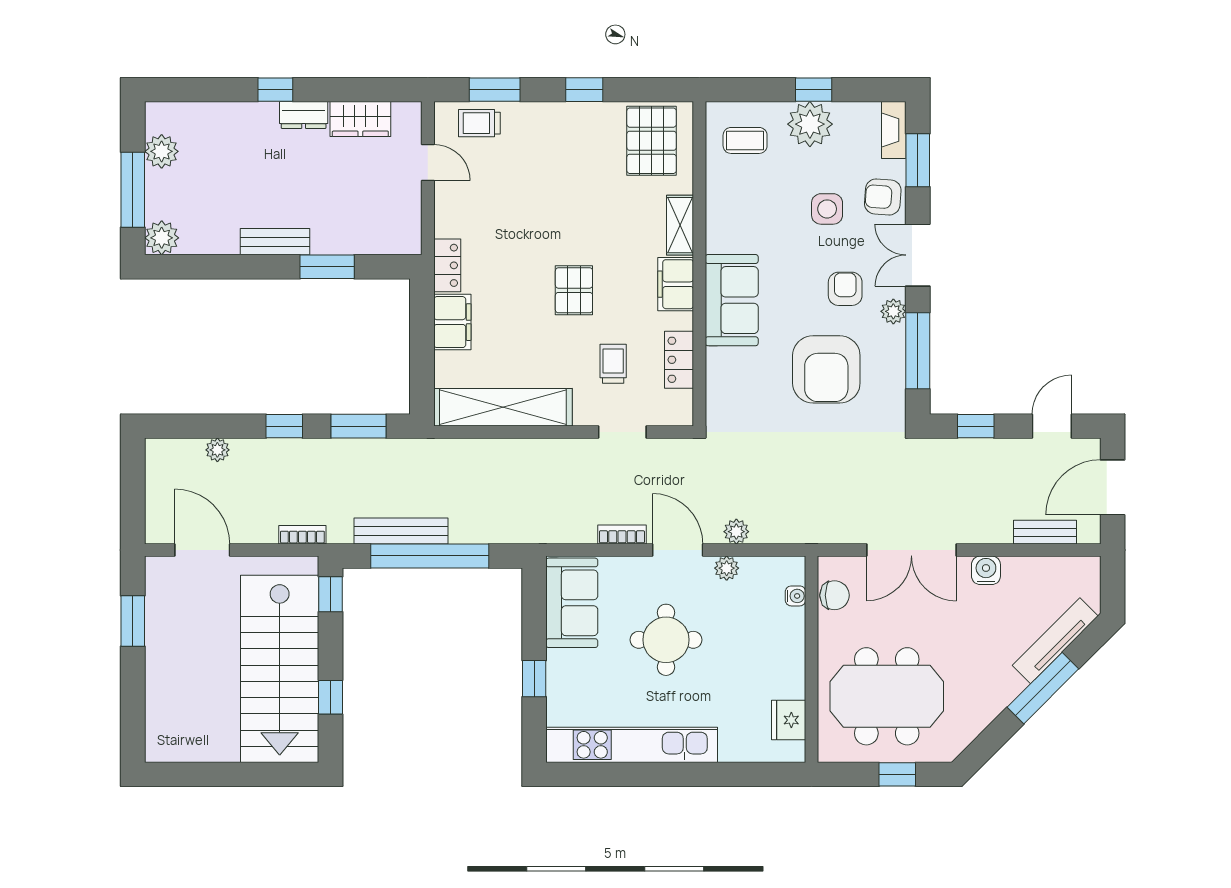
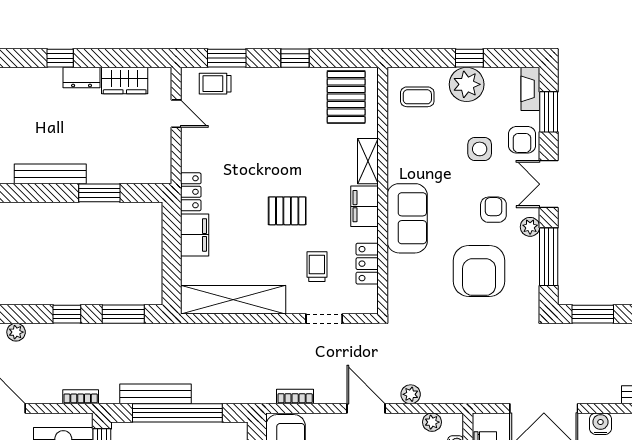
armchair: (883, 197) -> (522, 140), turned -94
bench: (275, 242) -> (50, 174), width x1.36
pallet: (574, 290) -> (287, 211), turned 90
window: (976, 426) -> (593, 314), width x1.50
bookcase: (622, 535) -> (295, 397), moved
plant: (727, 568) -> (432, 422), moved

